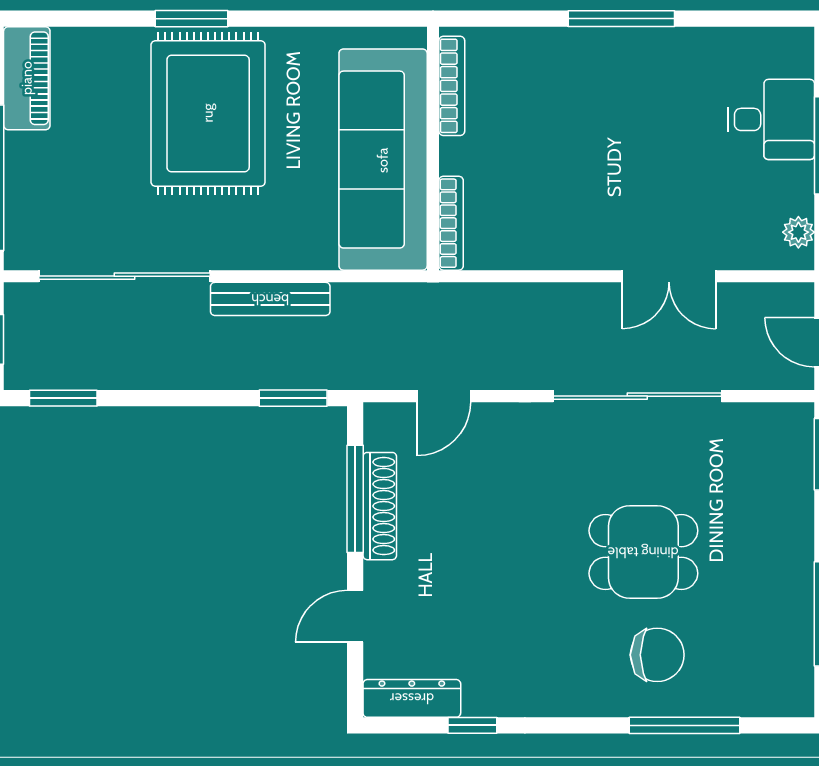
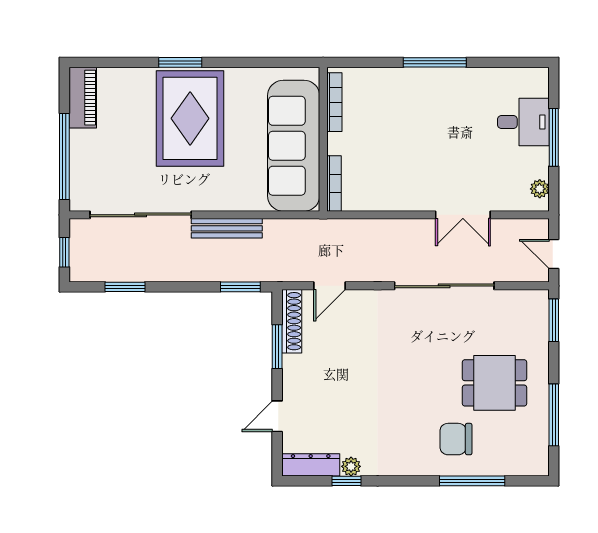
window: (63, 398) -> (125, 287), moved
window: (355, 499) -> (277, 347), width x0.69
shoe rack: (380, 506) -> (292, 321), moved
dining table: (643, 552) -> (494, 383), moved
chair: (657, 655) -> (456, 439), turned 180
plant: (480, 701) -> (351, 466), added

